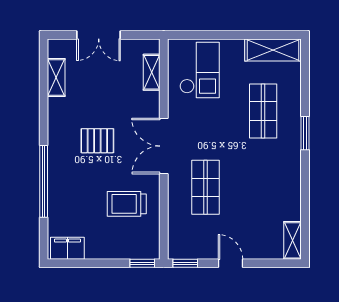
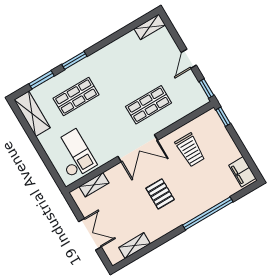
checkout: (200, 70) -> (74, 154), turned 90
window: (305, 83) -> (41, 80), added

